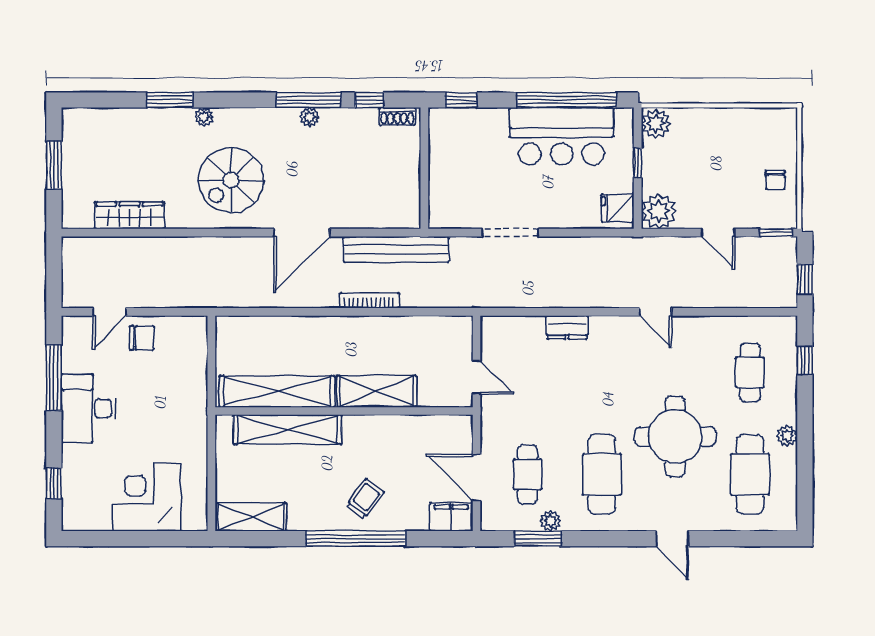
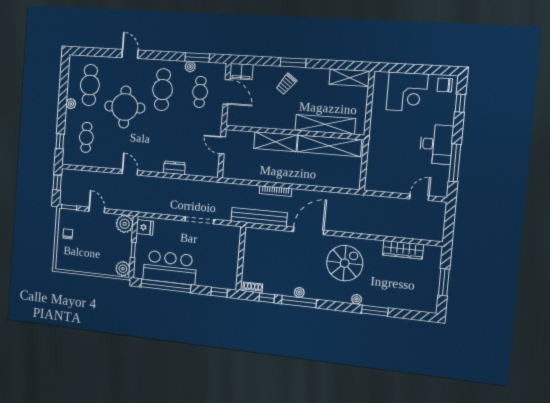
chair: (142, 338) -> (445, 85), moved
window: (355, 539) -> (293, 63), width x0.47

